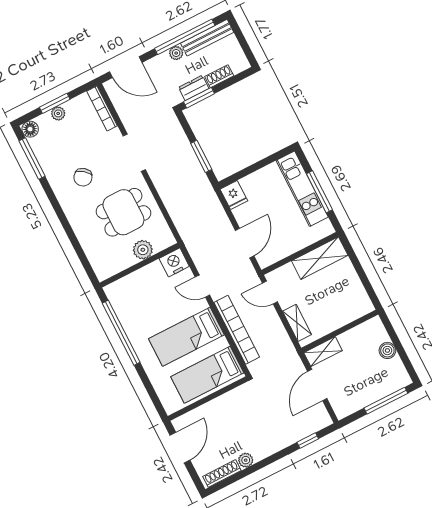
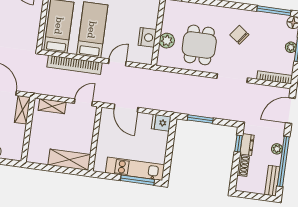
bench: (207, 38) -> (272, 181), width x0.73
window: (199, 98) -> (238, 144), width x0.67
window: (319, 192) -> (137, 180), moved
shelving: (320, 258) -> (69, 160), moved, turned 90
nightstand: (174, 262) -> (147, 37), moved

